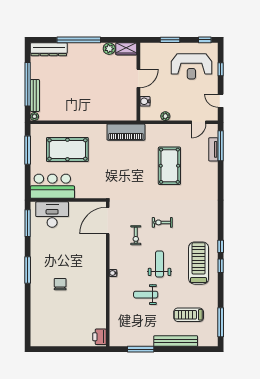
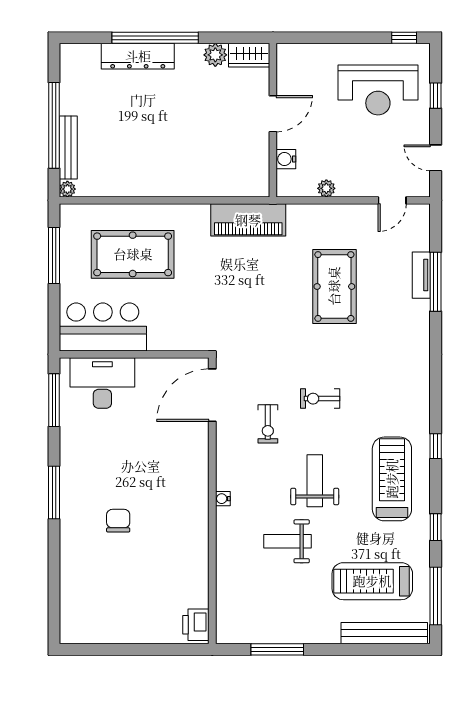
window: (170, 40) -> (336, 38), removed
dresser: (49, 49) -> (138, 56), moved
window: (221, 146) -> (436, 282), moved
tv unit: (213, 149) -> (421, 275), moved
window: (221, 266) -> (436, 527), moved
treadmill: (189, 315) -> (372, 581), width x1.37, depth x1.38
bench: (176, 341) -> (384, 633), moved

